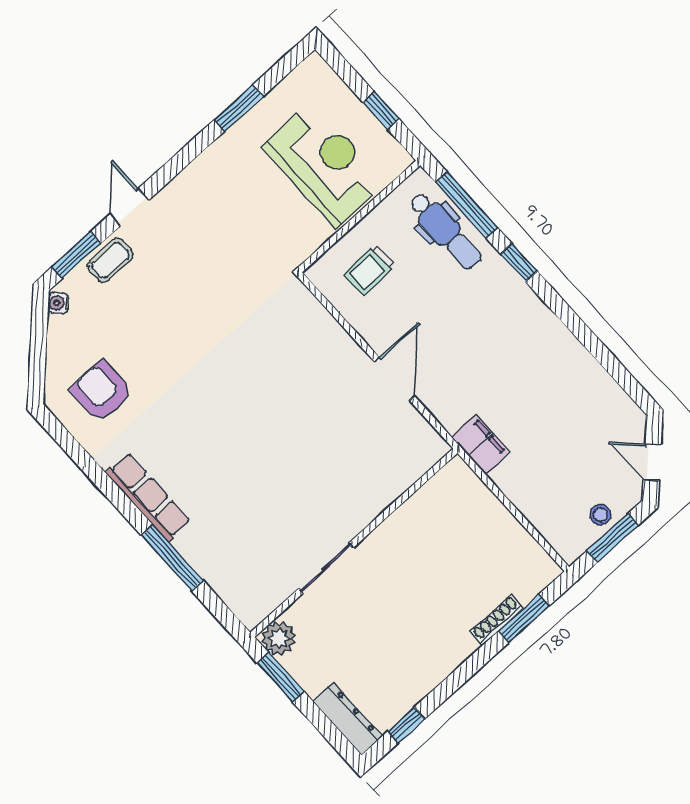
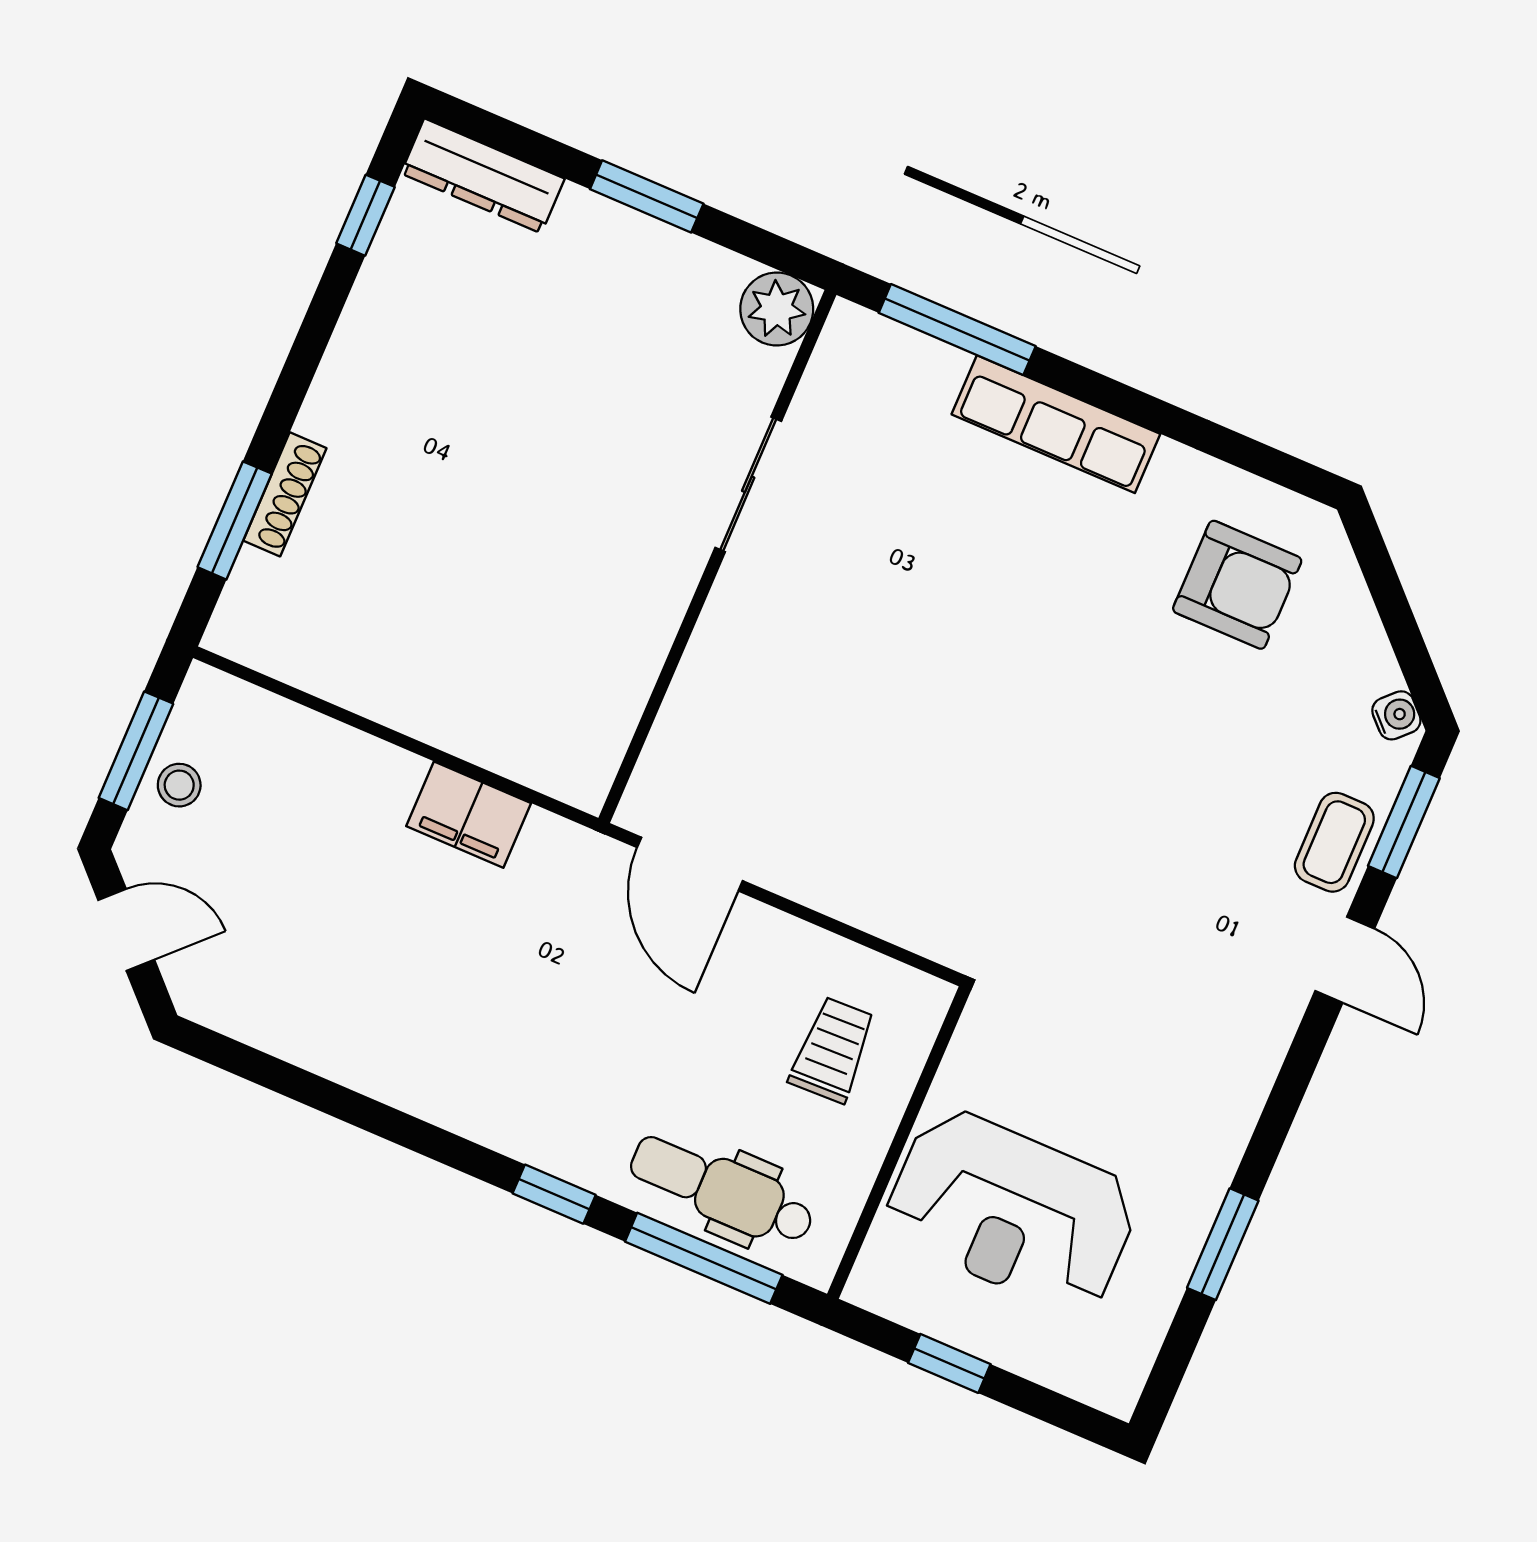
wall: (354, 543) -> (717, 556), moved
sliding door: (326, 568) -> (748, 484), moved
plant: (279, 638) -> (777, 309), moved

